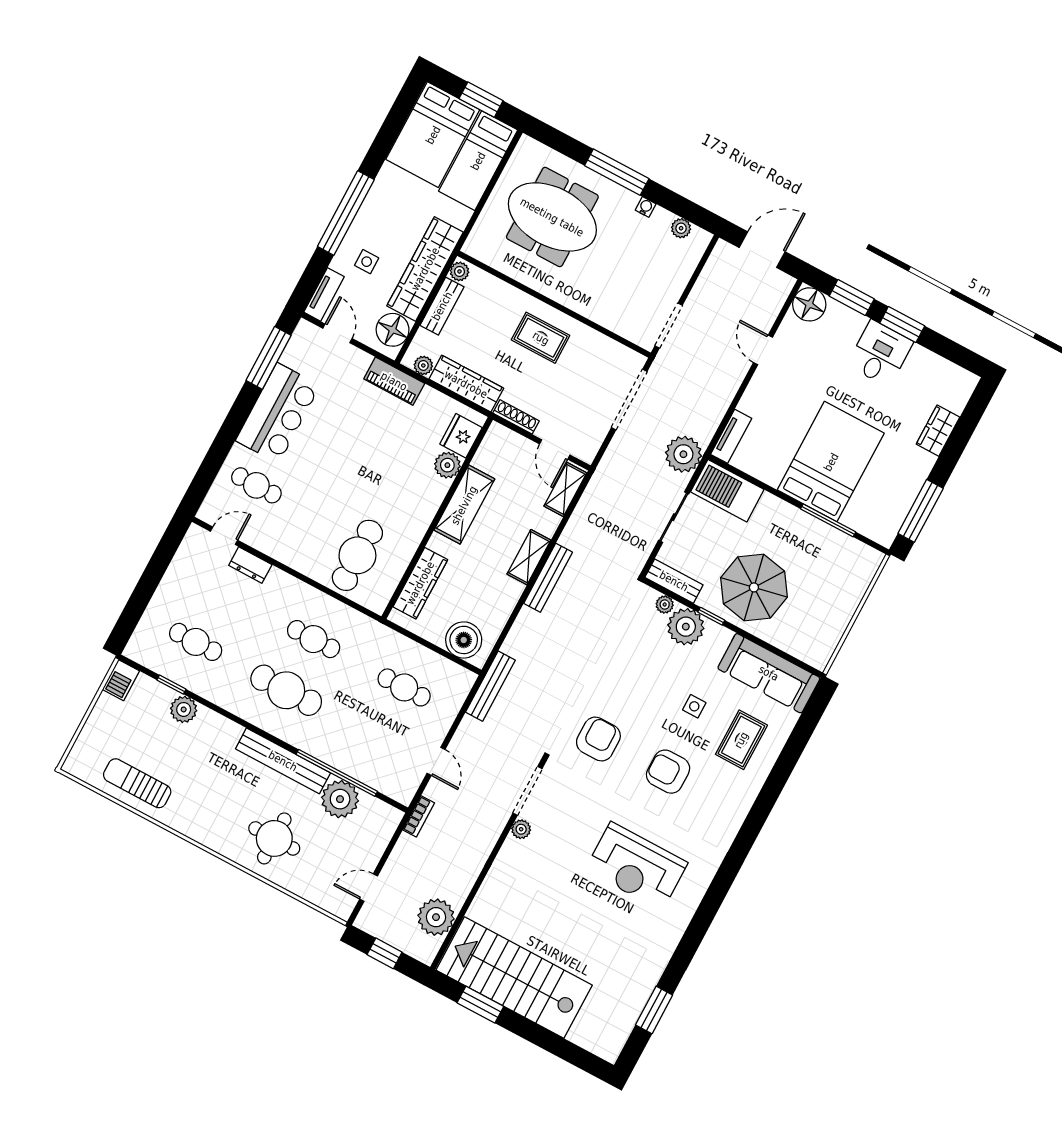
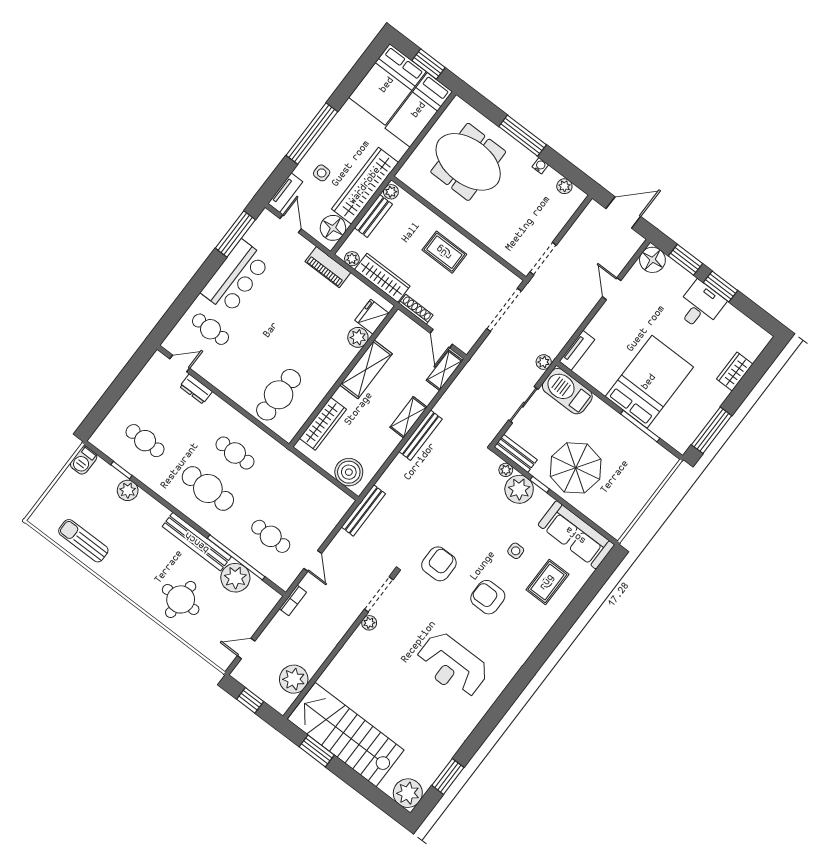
plant: (683, 454) -> (544, 362), width x0.53, depth x0.53
cafe table: (404, 687) -> (271, 536), moved
plant: (606, 1040) -> (408, 793), added

